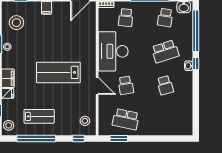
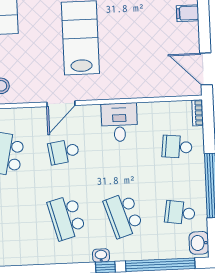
desk: (113, 51) -> (119, 122), width x0.53, depth x0.77
school desk: (165, 85) -> (67, 218), width x1.85

